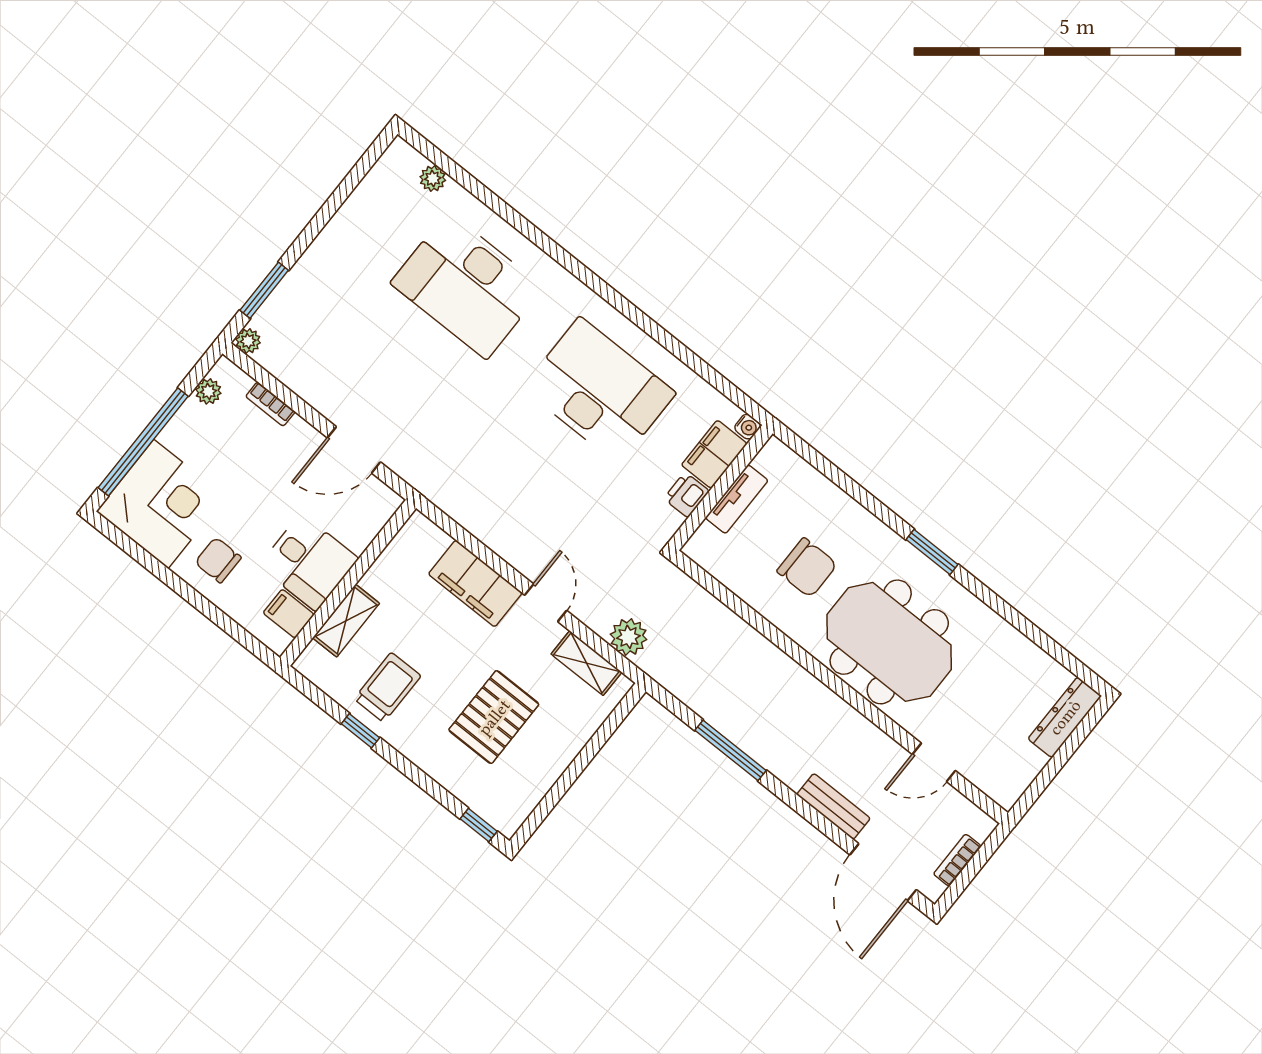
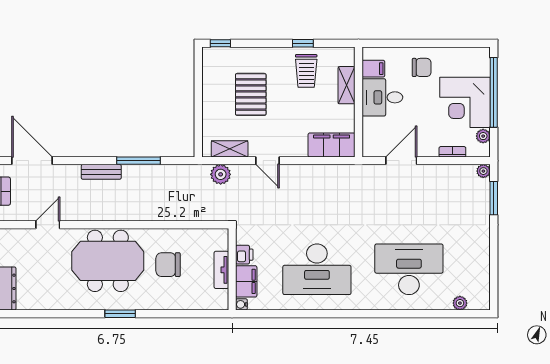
corner desk: (161, 504) -> (465, 102), moved
filing cabinet: (475, 583) -> (332, 145), moved
bench: (833, 806) -> (101, 172), moved

